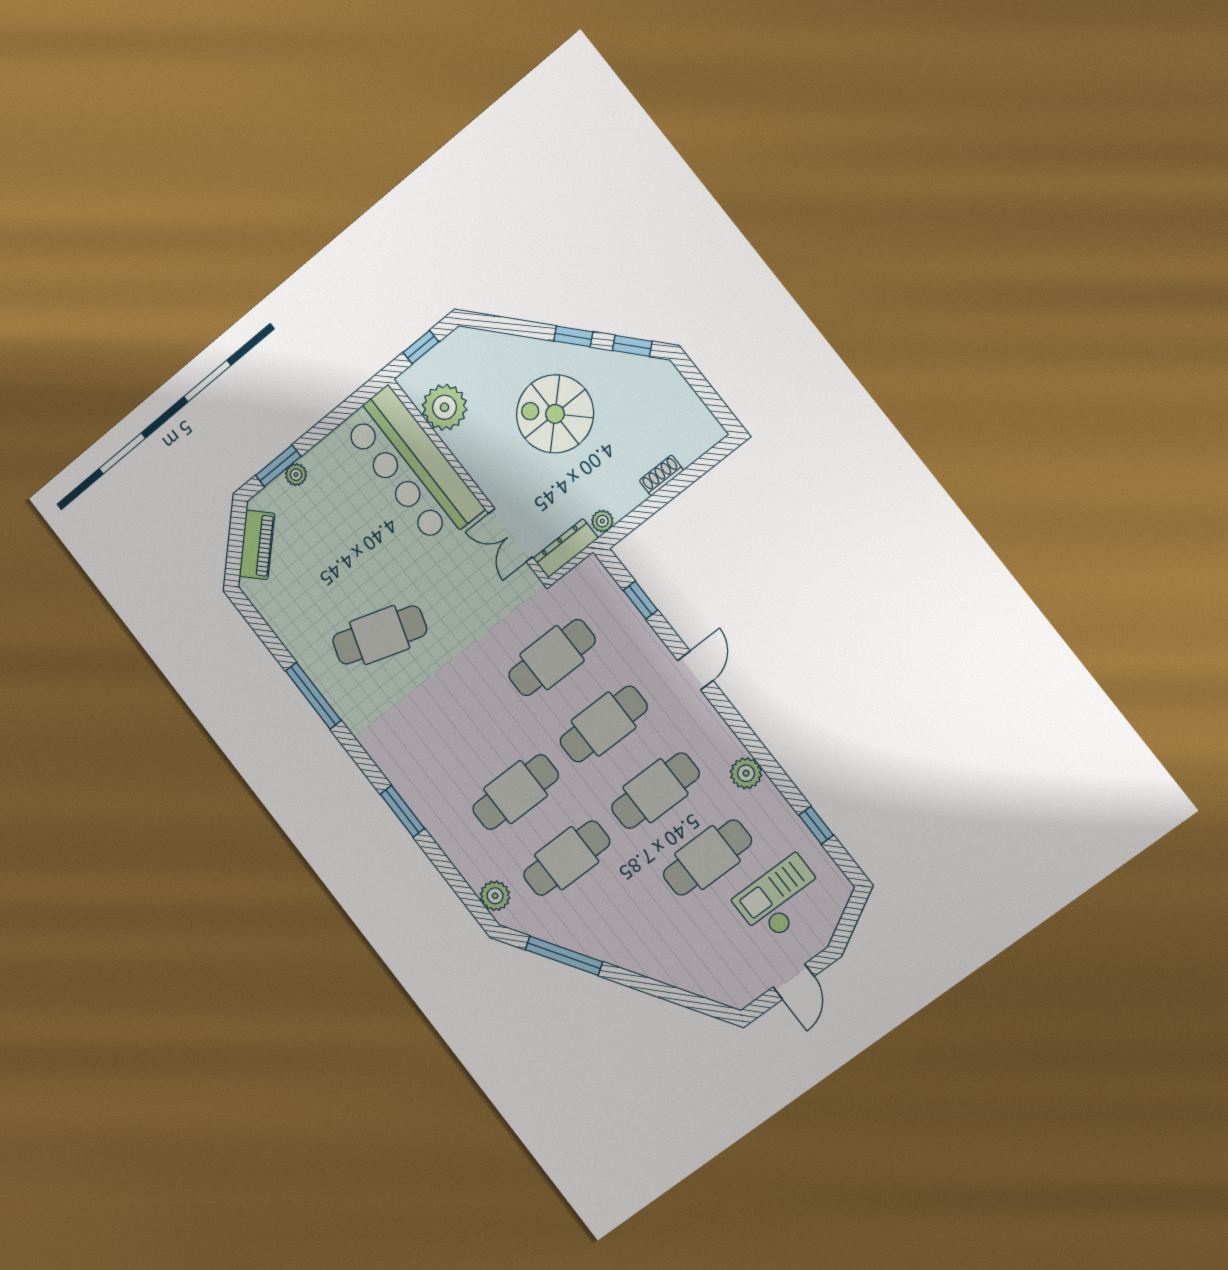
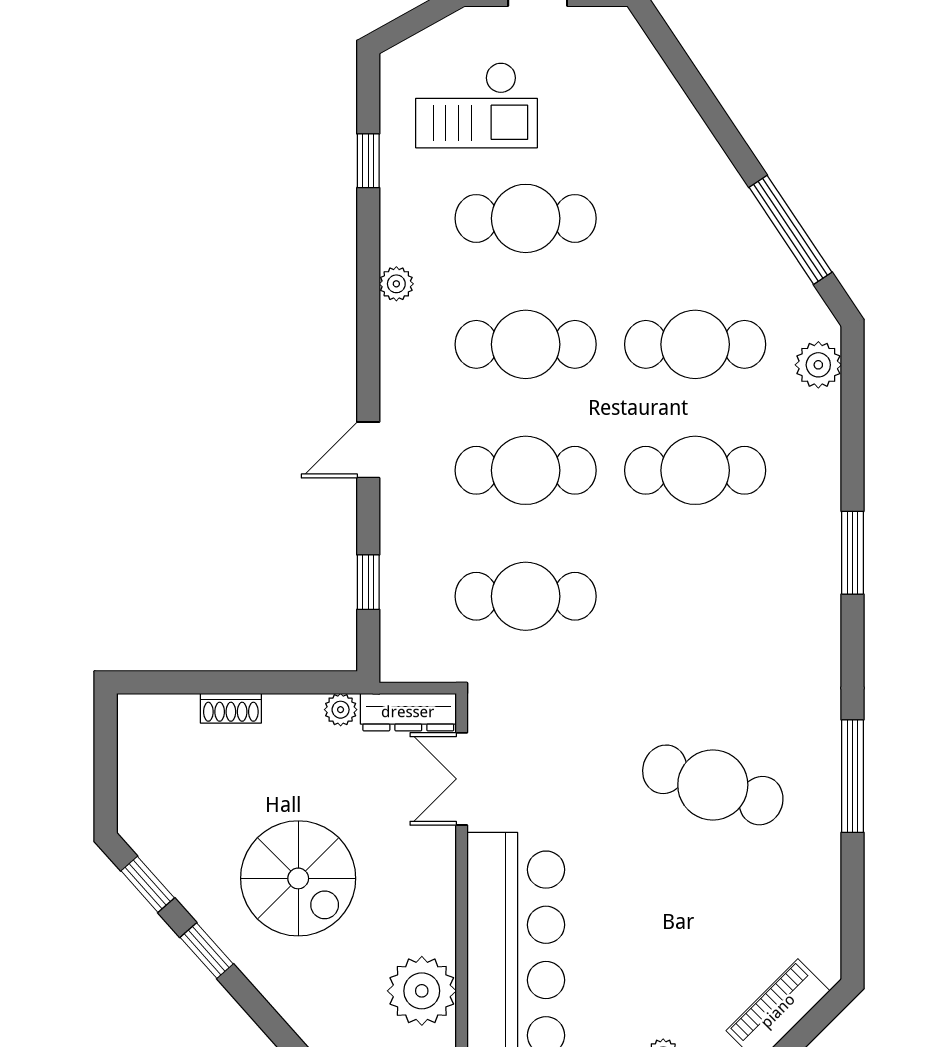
double door: (511, 535) -> (462, 779), swing flipped
plant: (746, 773) -> (396, 284), width x0.73, depth x0.73

